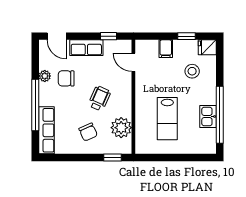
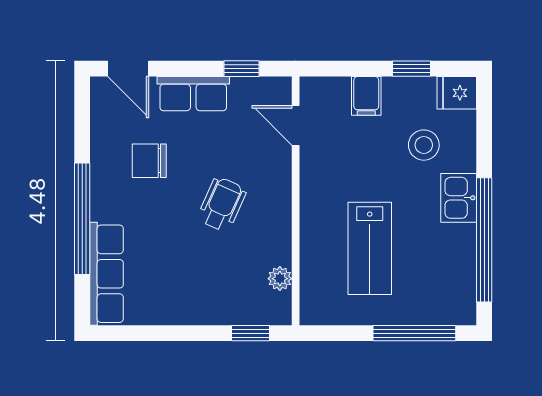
plant: (45, 76) -> (103, 155), removed
kitchen sink: (208, 116) -> (459, 198), moved
plant: (121, 128) -> (280, 279), width x0.53, depth x0.53
chair: (88, 132) -> (197, 278), removed
window: (188, 158) -> (414, 333), added

